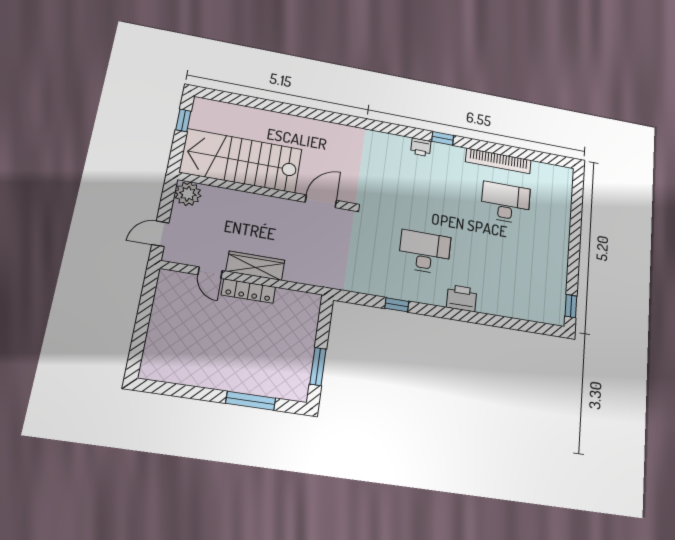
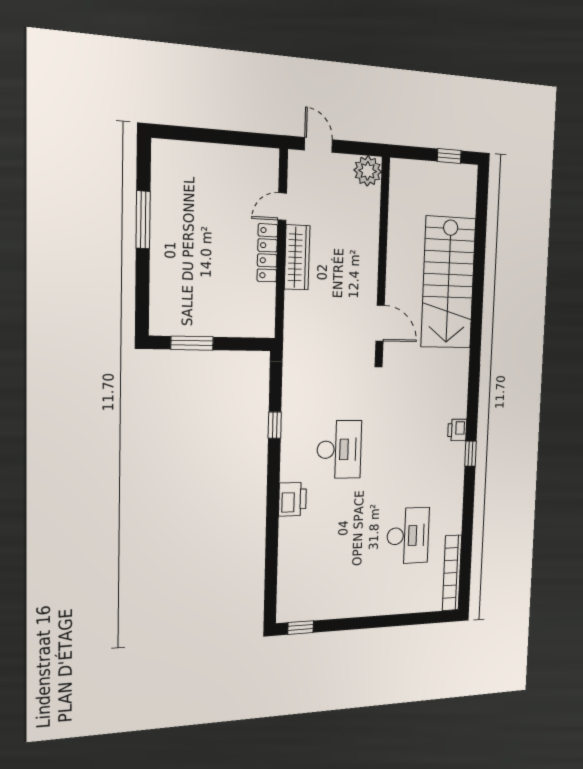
stairs: (241, 161) -> (448, 283), moved, turned 180
bookcase: (498, 161) -> (452, 573), moved
window: (251, 401) -> (143, 220), moved

